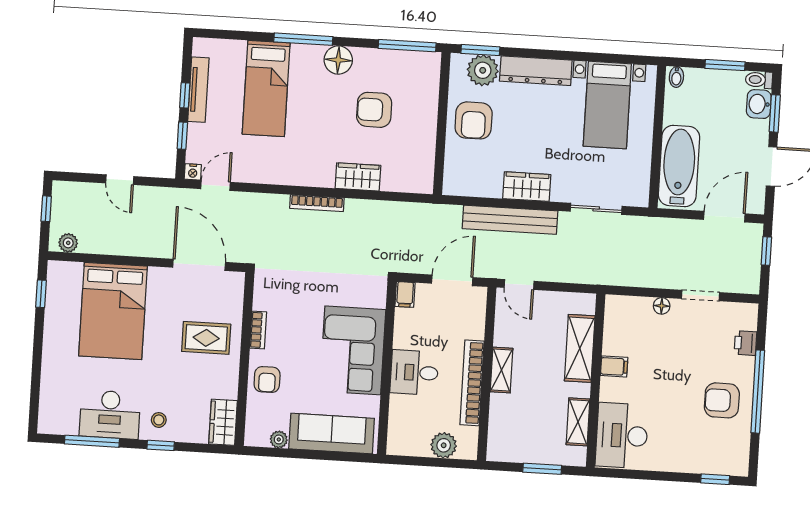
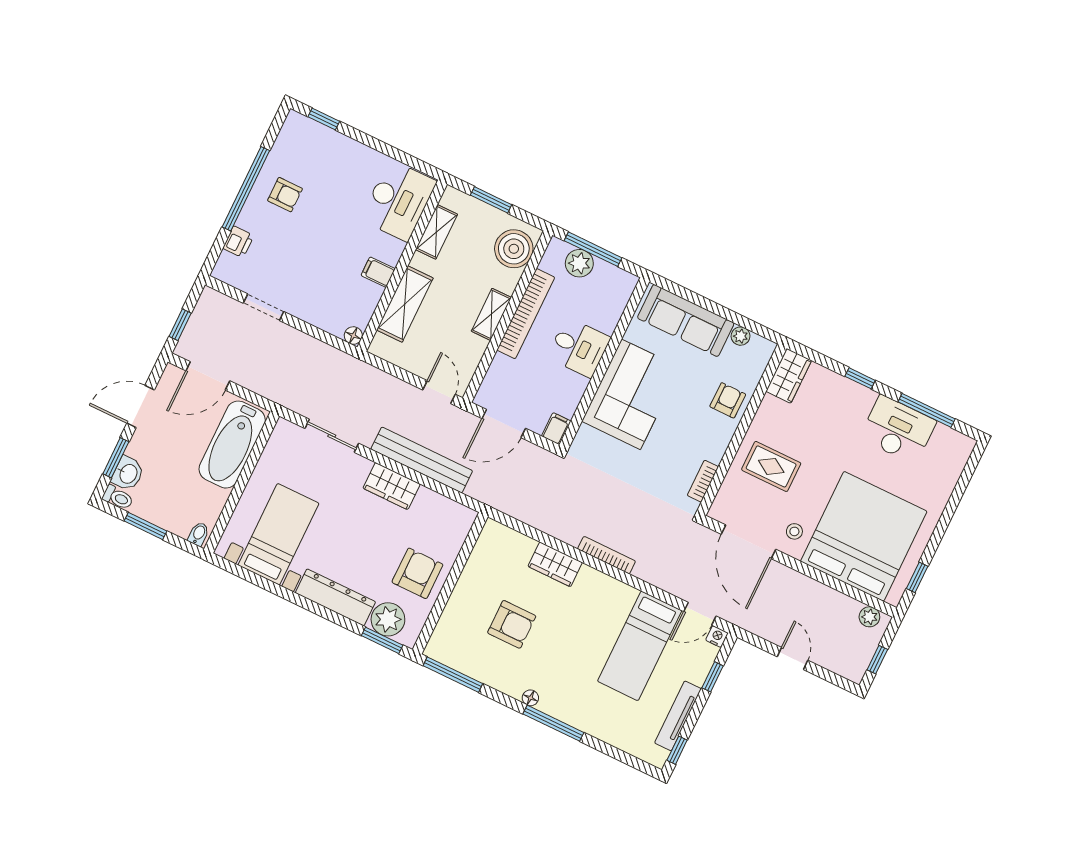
floor lamp: (338, 60) -> (530, 698), width x0.53, depth x0.53
bed: (266, 88) -> (640, 646), moved, turned 180
window: (185, 95) -> (677, 750), moved
floor lamp: (662, 306) -> (353, 336), moved
bed: (113, 311) -> (864, 536), width x1.36
bookcase: (258, 330) -> (703, 481), moved
armchair: (722, 400) -> (285, 195), width x0.72, depth x0.72
stool: (159, 420) -> (794, 531), moved
boiler: (505, 435) -> (514, 249), added
window: (437, 462) -> (593, 249), added

